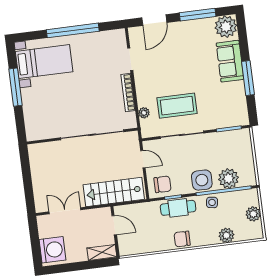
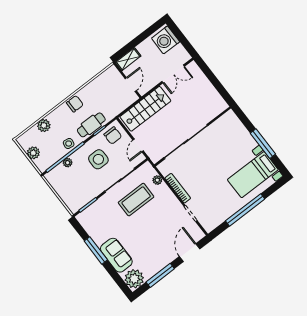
door: (143, 159) -> (138, 145), hinge flipped
plant: (229, 178) -> (68, 163), width x0.53, depth x0.53
side table: (202, 180) -> (98, 159), moved
chair: (163, 184) -> (113, 136), turned -90
door: (114, 225) -> (131, 85), swing flipped

